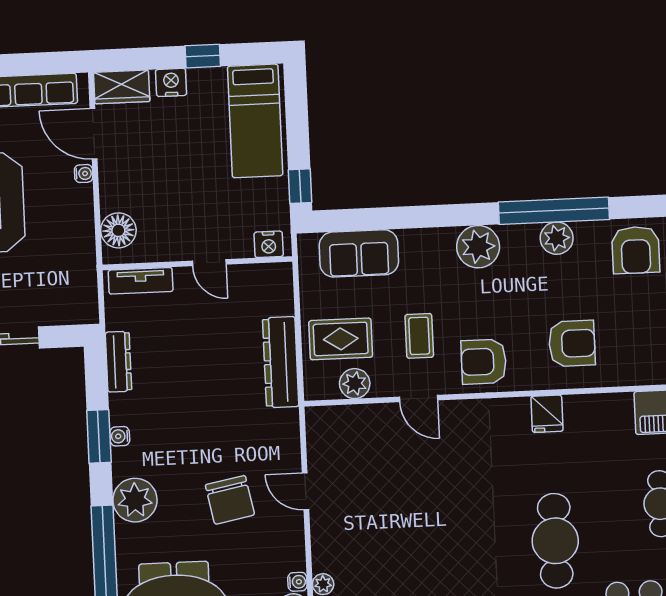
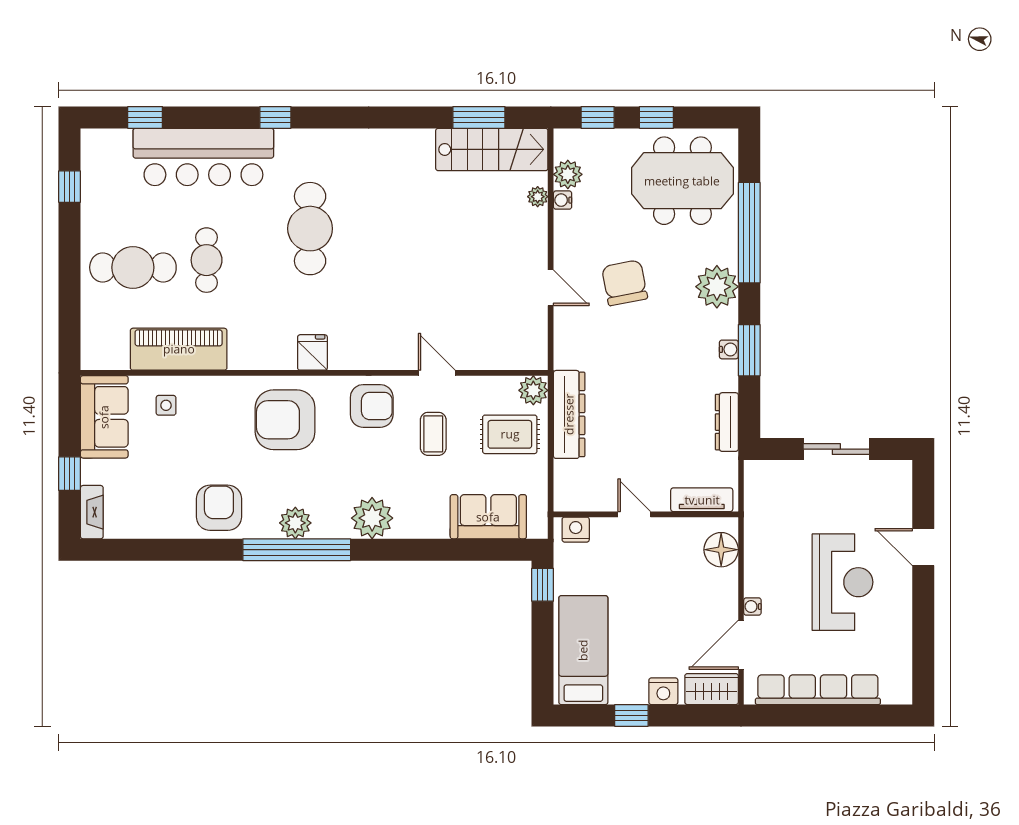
door: (94, 134) -> (741, 645), swing flipped
armchair: (572, 343) -> (285, 420), width x1.36, depth x1.36
plant: (355, 384) -> (533, 390), moved

